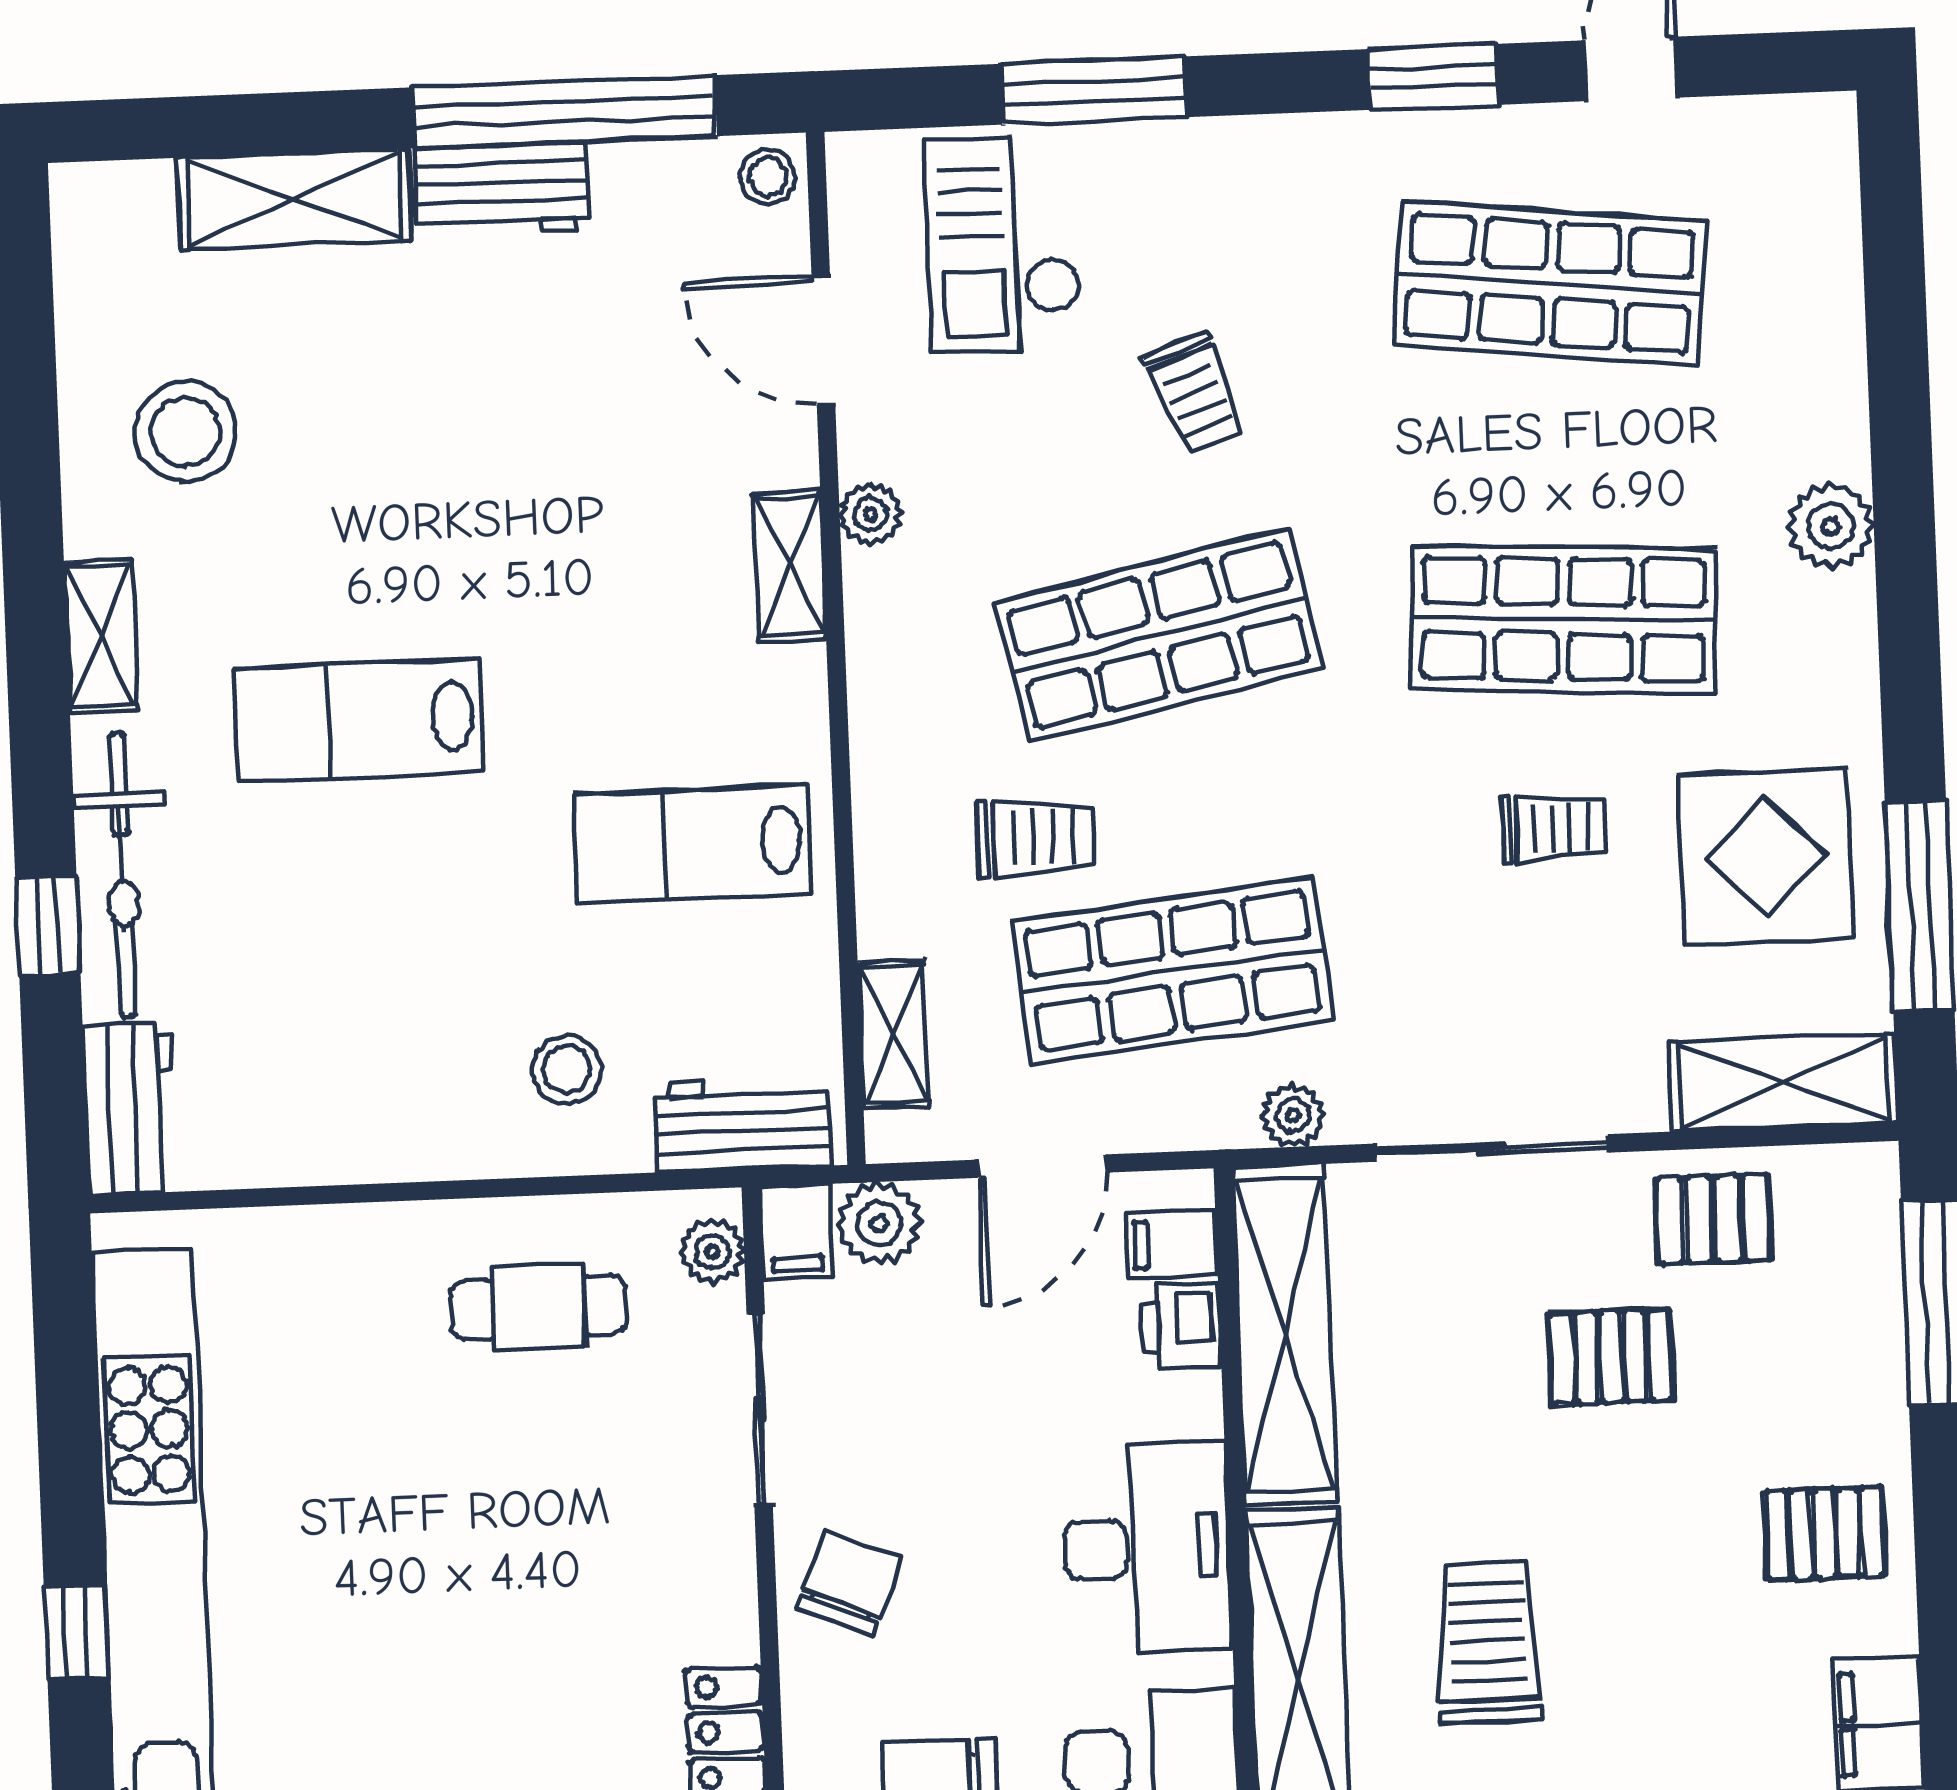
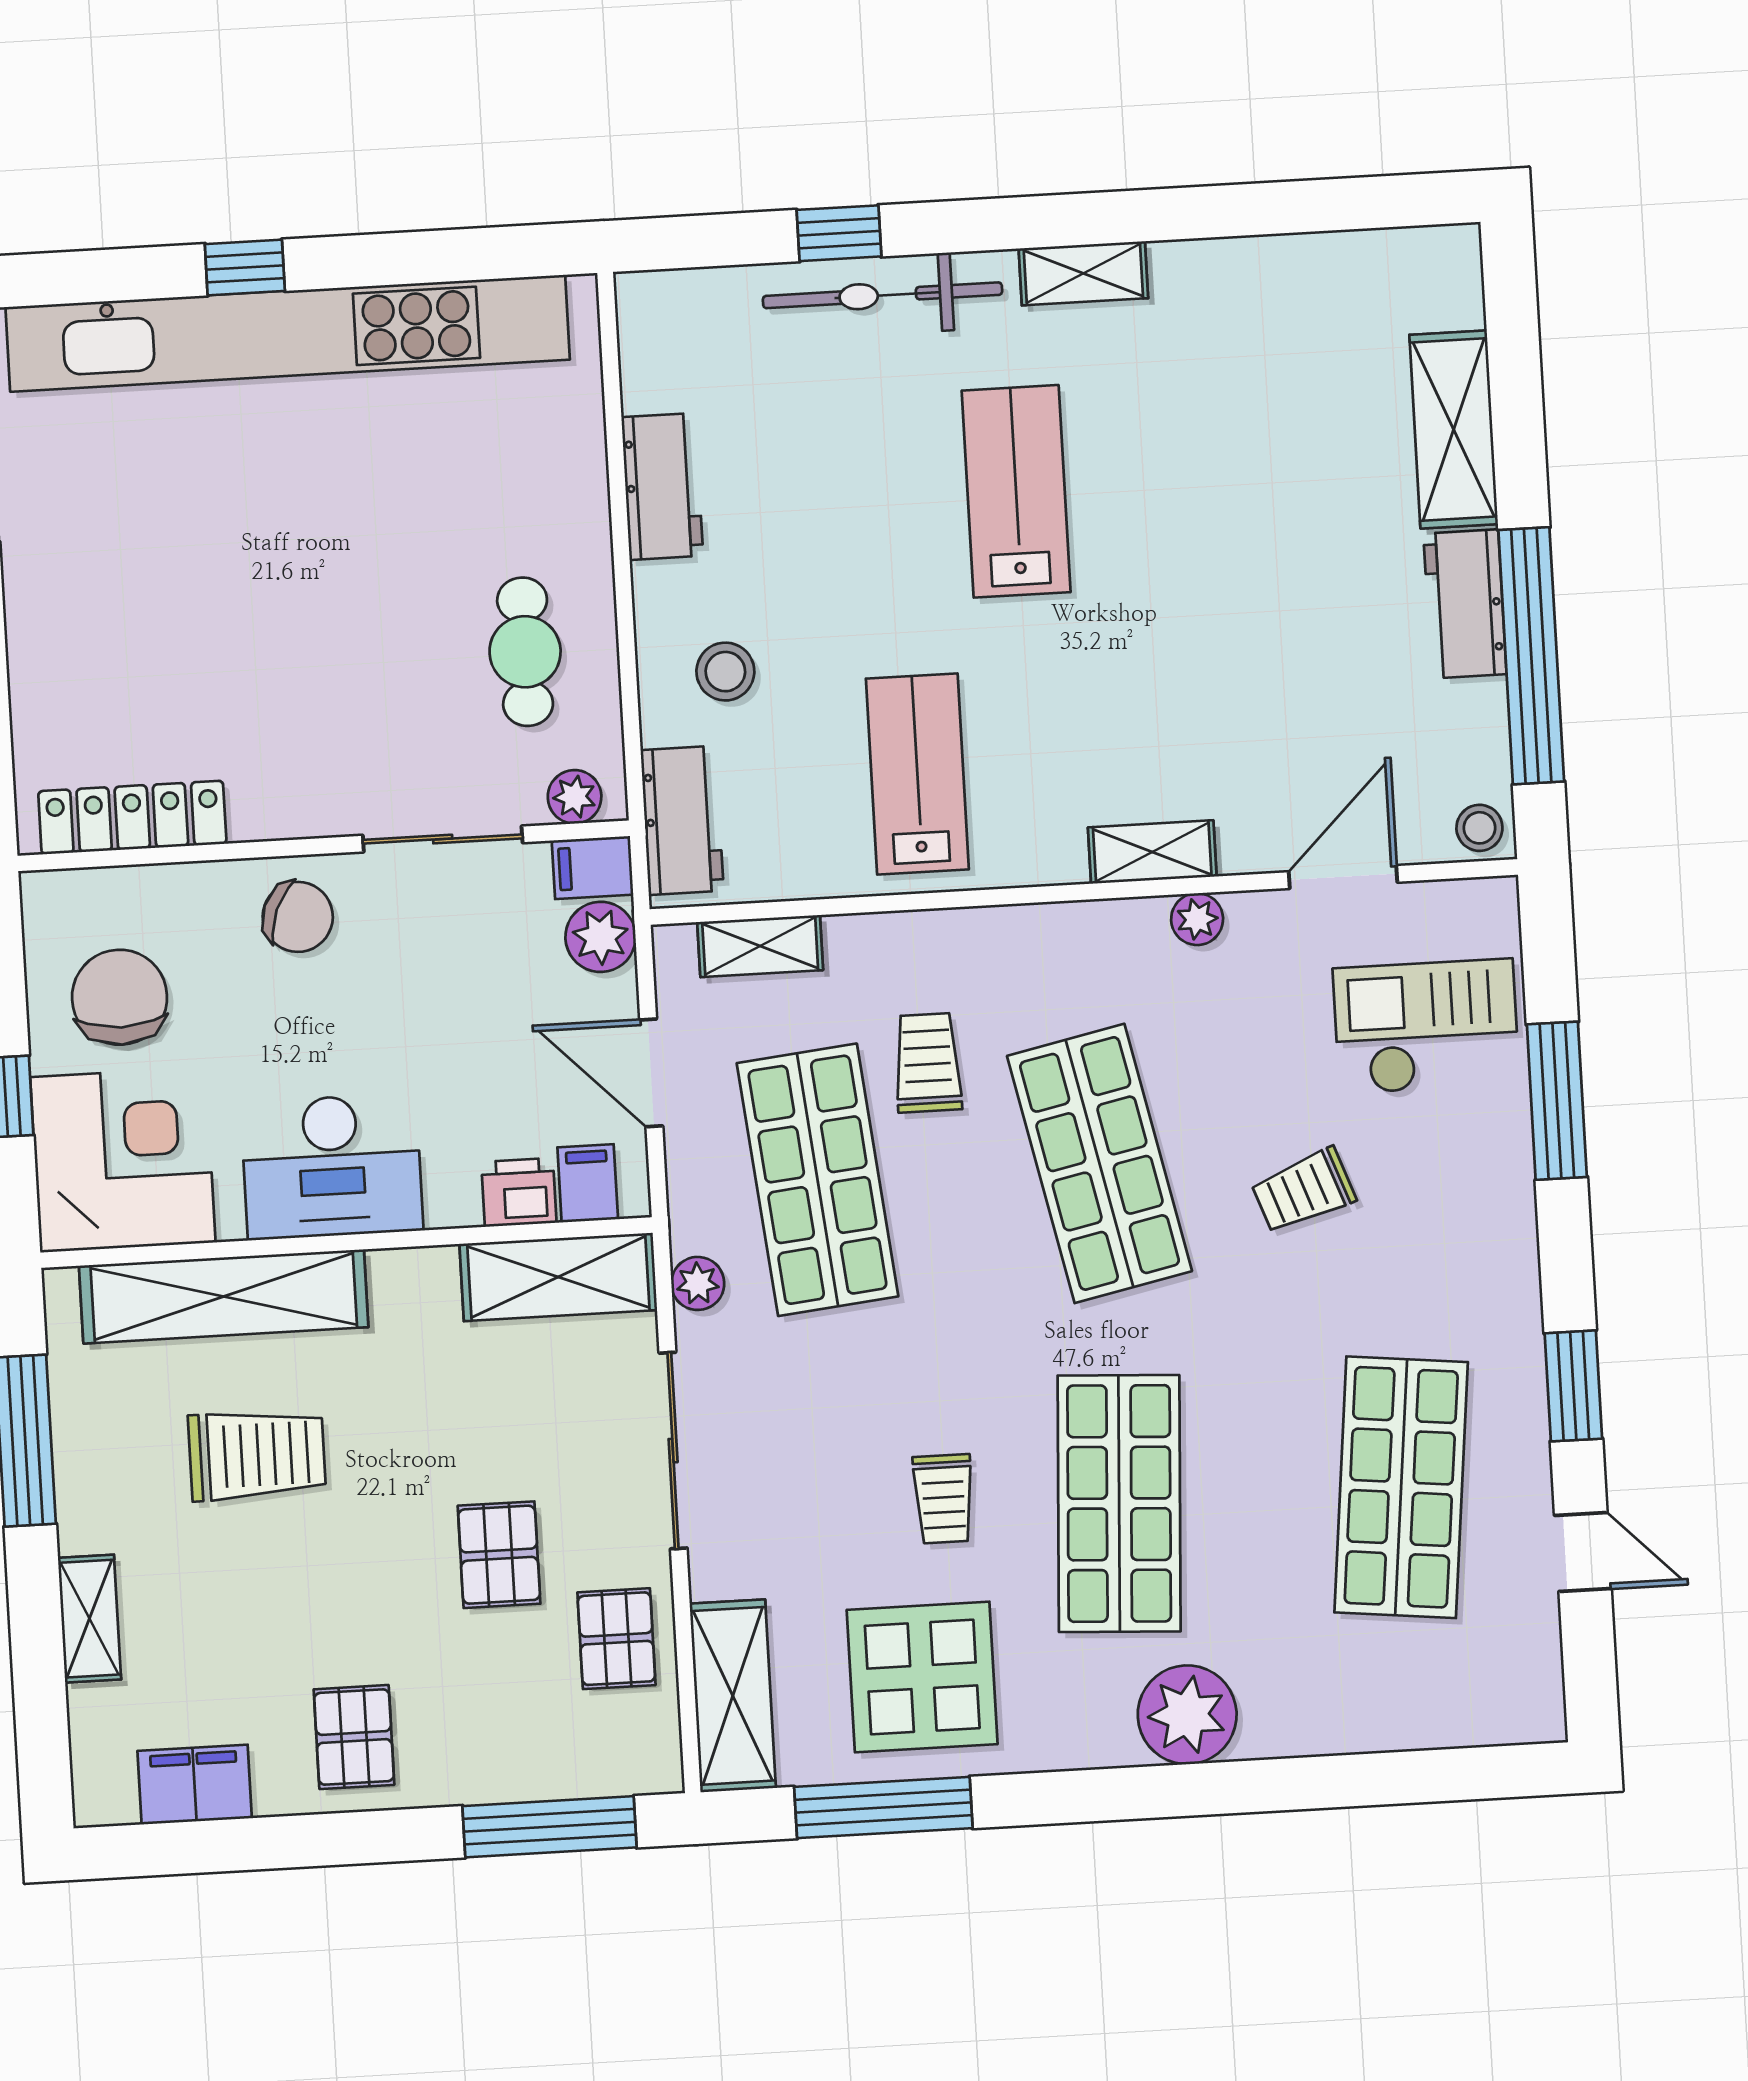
stool: (186, 432) -> (1256, 342), removed
plant: (1831, 526) -> (1187, 1715), width x1.36, depth x1.36
trolley: (1035, 838) -> (928, 1063), turned 180
workbench: (130, 1108) -> (662, 486), moved, turned -90
shelving: (1285, 1335) -> (558, 1277), width x0.68

